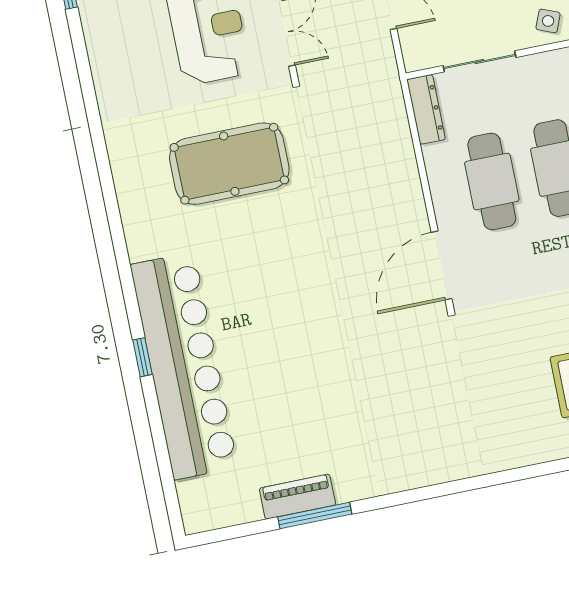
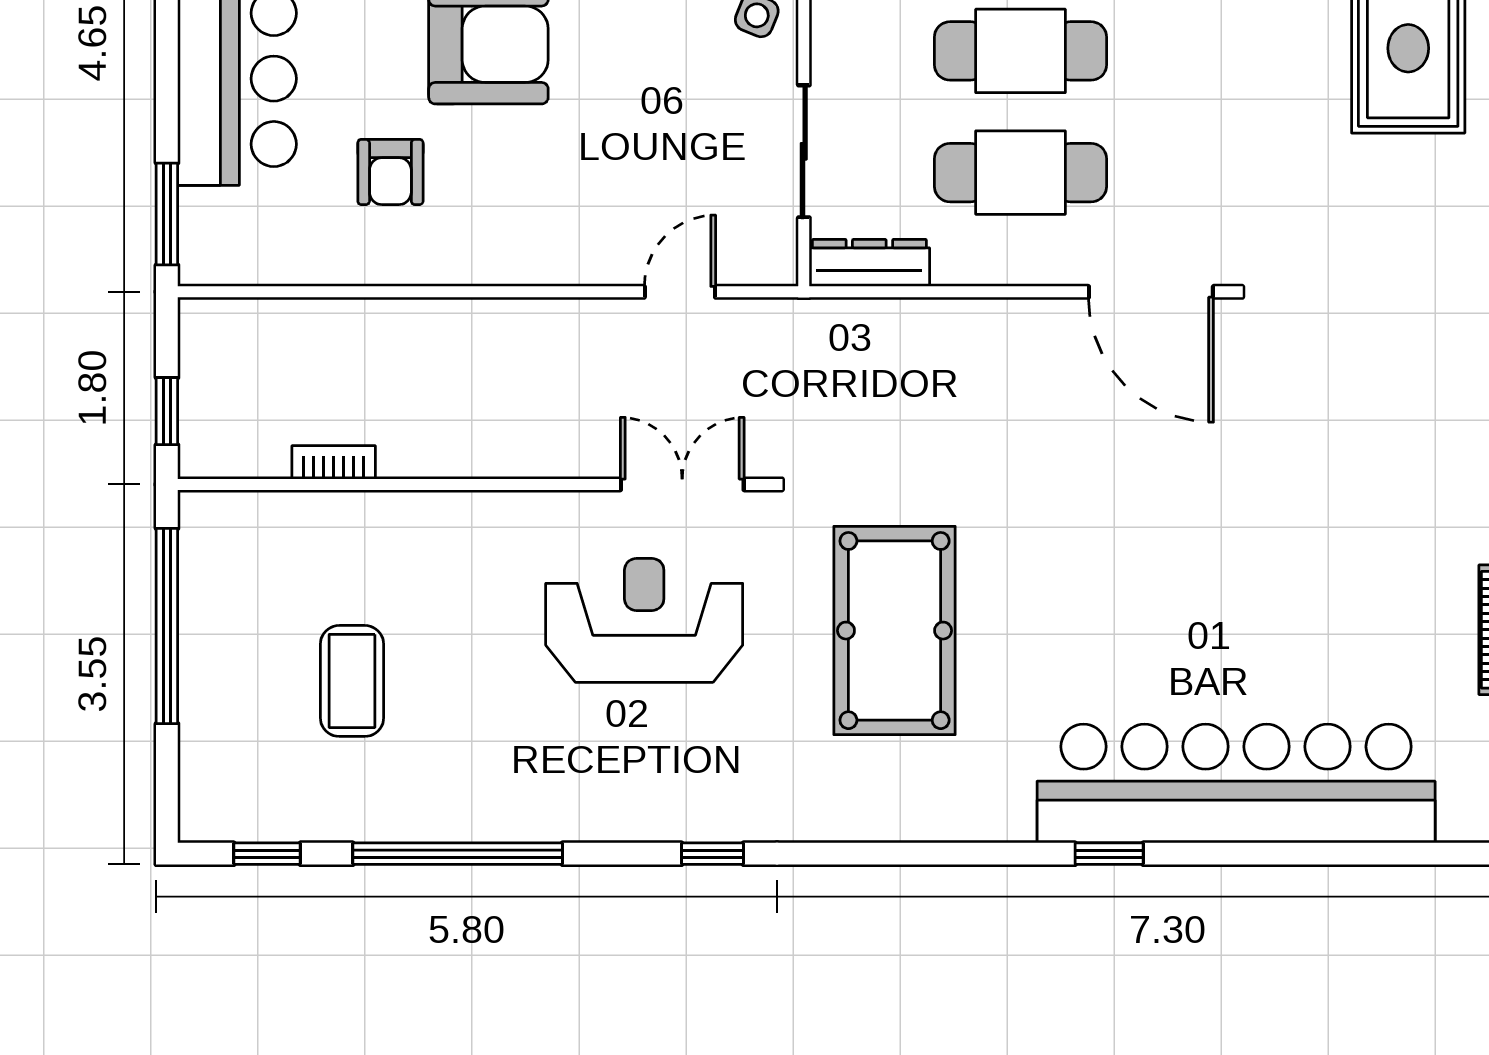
window: (88, 90) -> (713, 854), added
window: (143, 357) -> (1109, 854), moved

